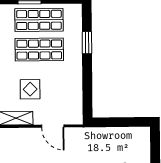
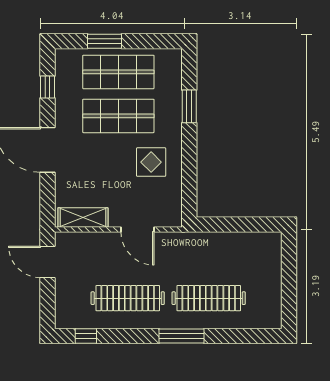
display table: (30, 89) -> (151, 162), moved

